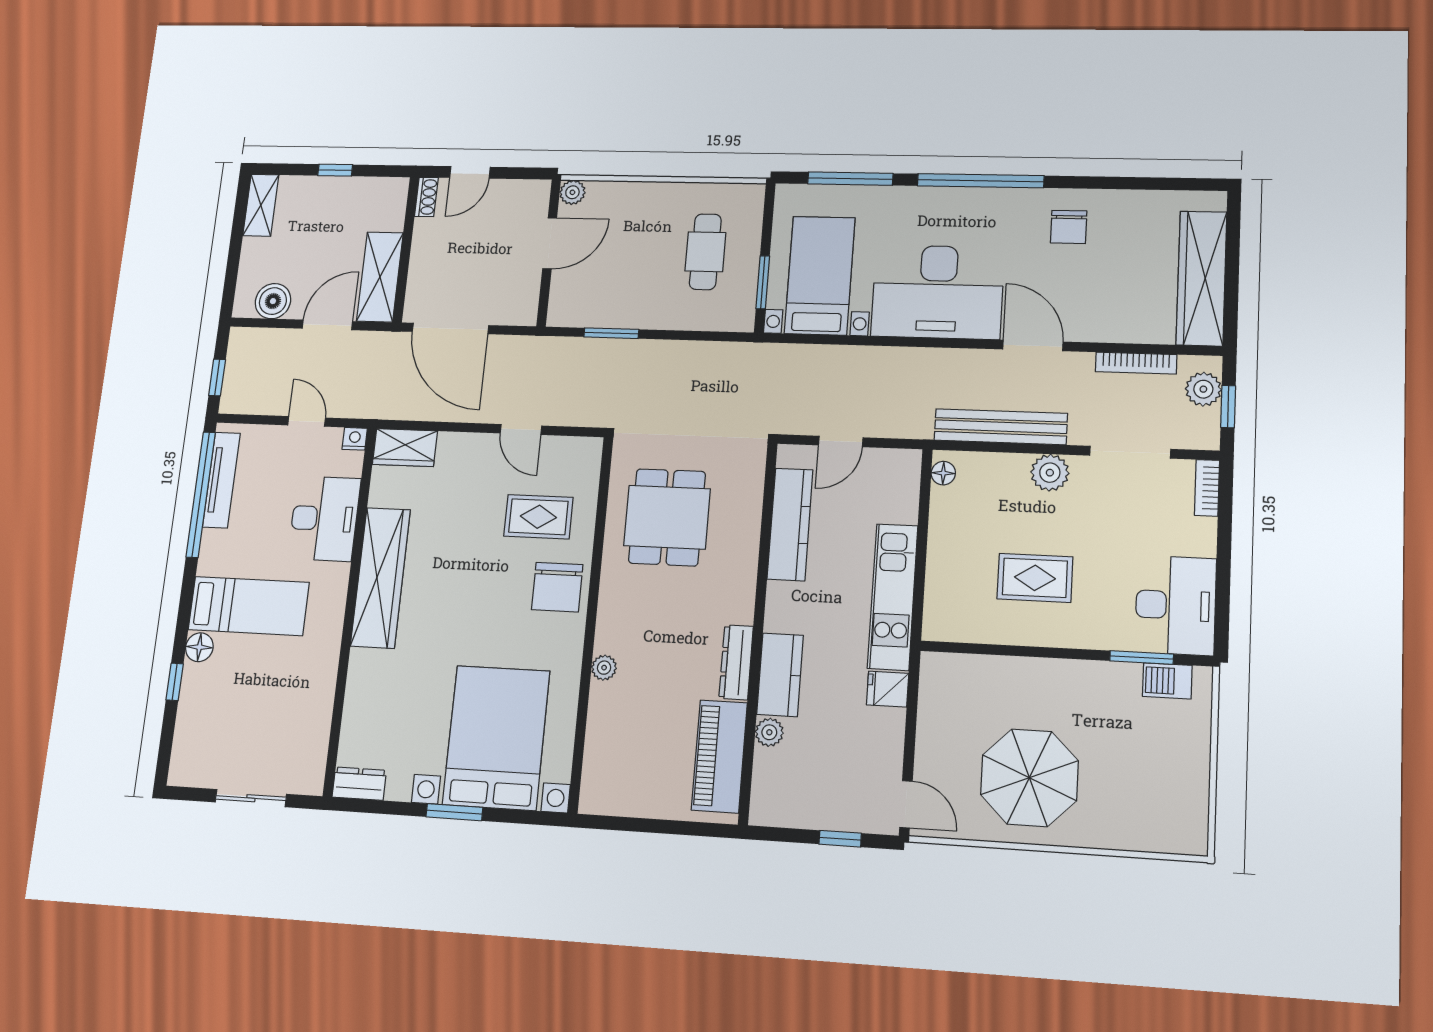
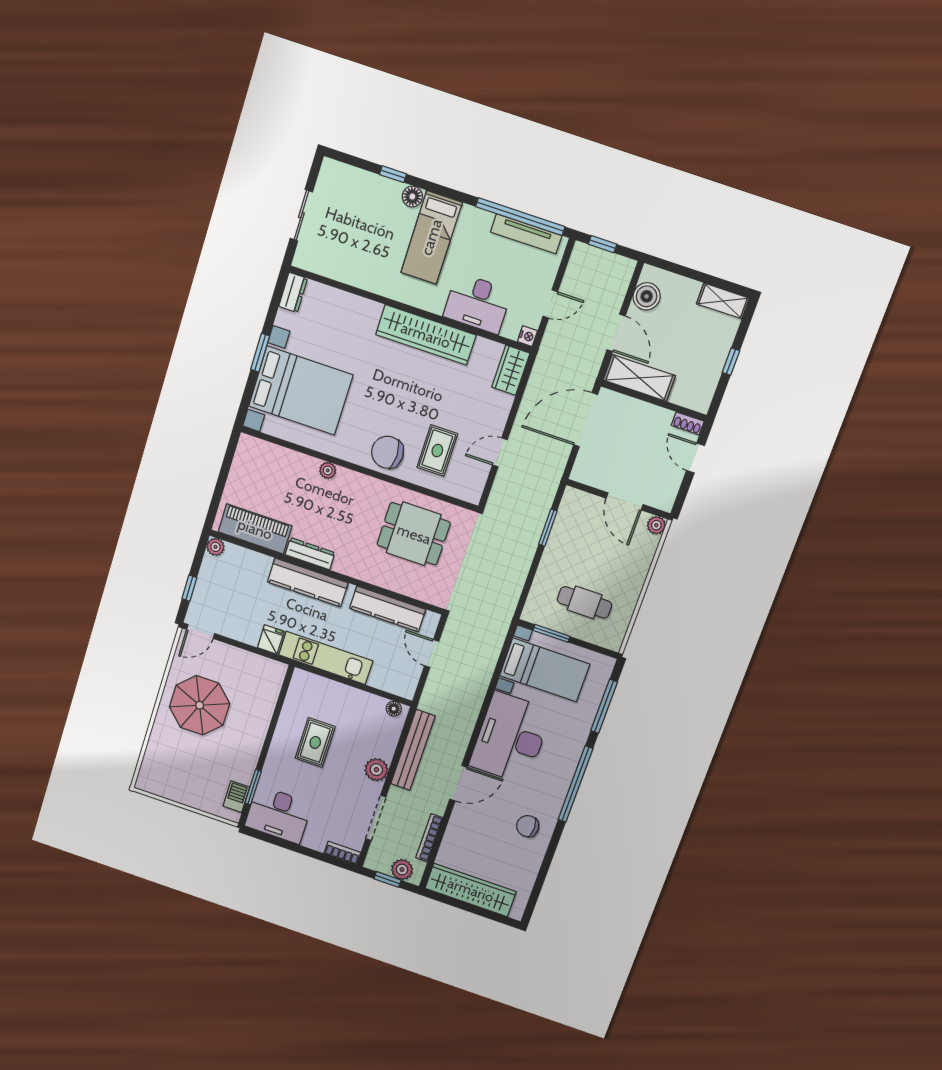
kitchen counter: (780, 675) -> (308, 582), width x1.50
plant: (769, 732) -> (215, 547), moved

